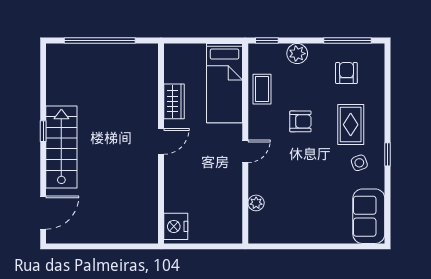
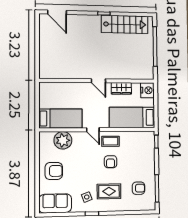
plant: (297, 54) -> (149, 159), removed
coffee table: (262, 89) -> (110, 141), moved
stairs: (61, 147) -> (125, 24), moved
plant: (256, 203) -> (63, 140), width x1.87, depth x1.87
bed: (226, 207) -> (60, 118), added
armchair: (314, 219) -> (54, 171), added
nightstand: (176, 226) -> (147, 90), moved, turned 90

